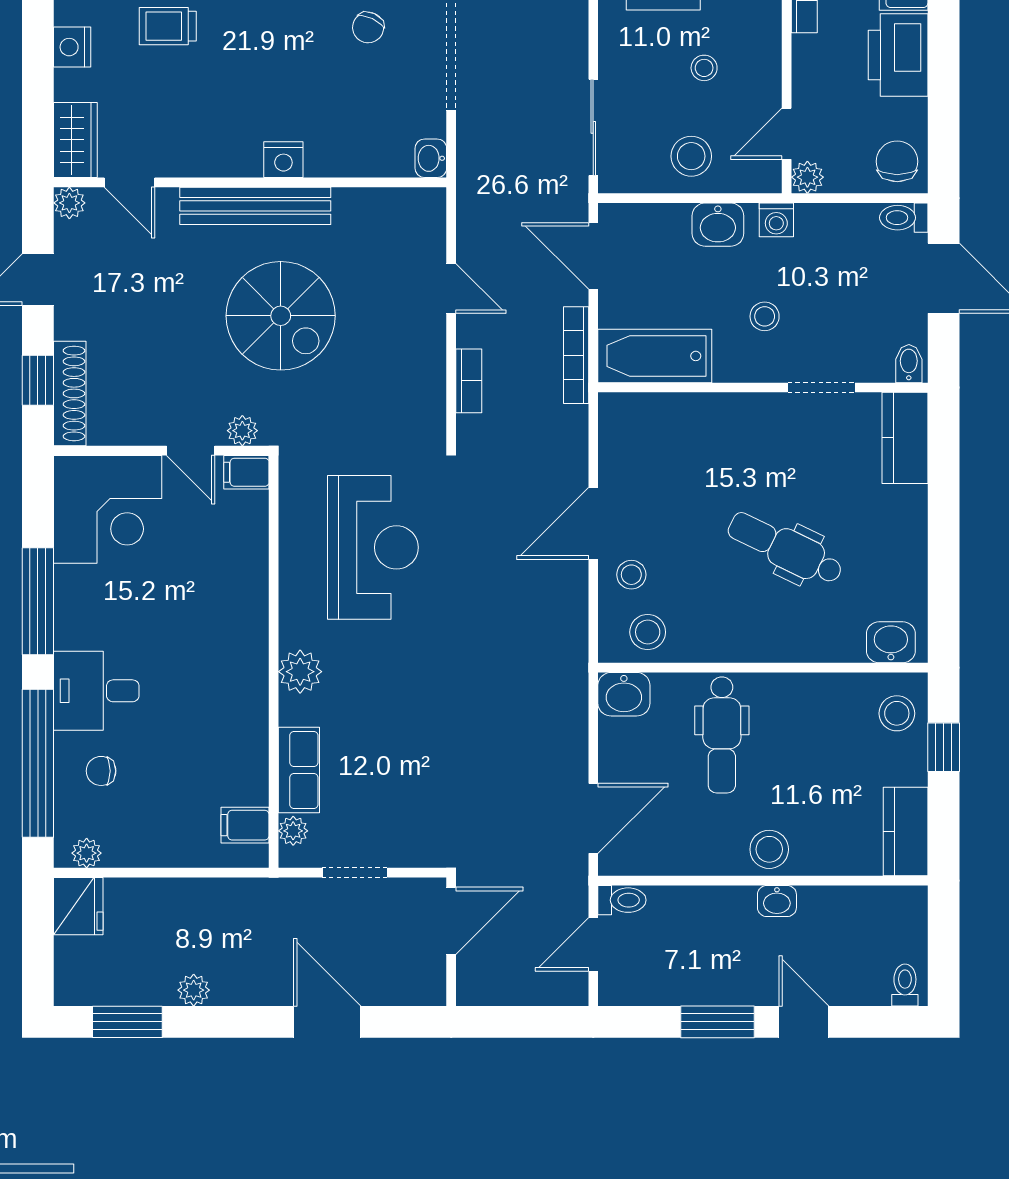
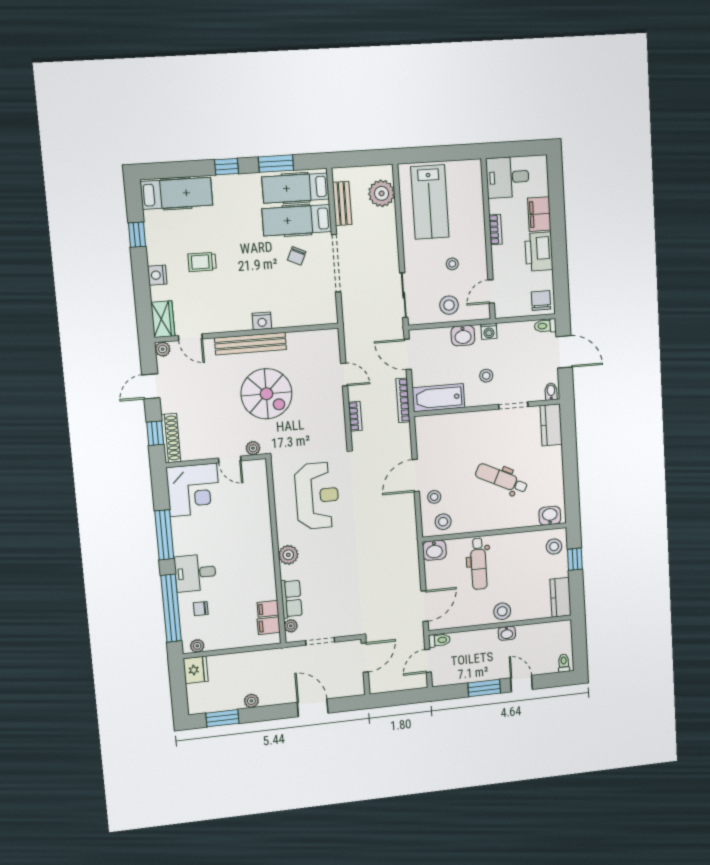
washbasin: (431, 158) -> (330, 315), removed
plant: (807, 177) -> (502, 311), removed
filing cabinet: (246, 472) -> (268, 609), moved

